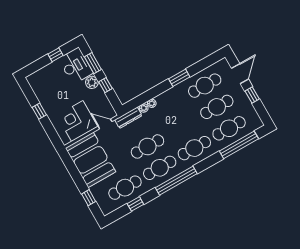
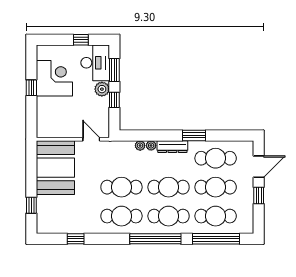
dresser: (128, 118) -> (172, 147), moved
corner desk: (77, 121) -> (54, 78), moved, turned 90
window: (176, 181) -> (155, 239), moved
cafe table: (125, 188) -> (169, 187), moved

